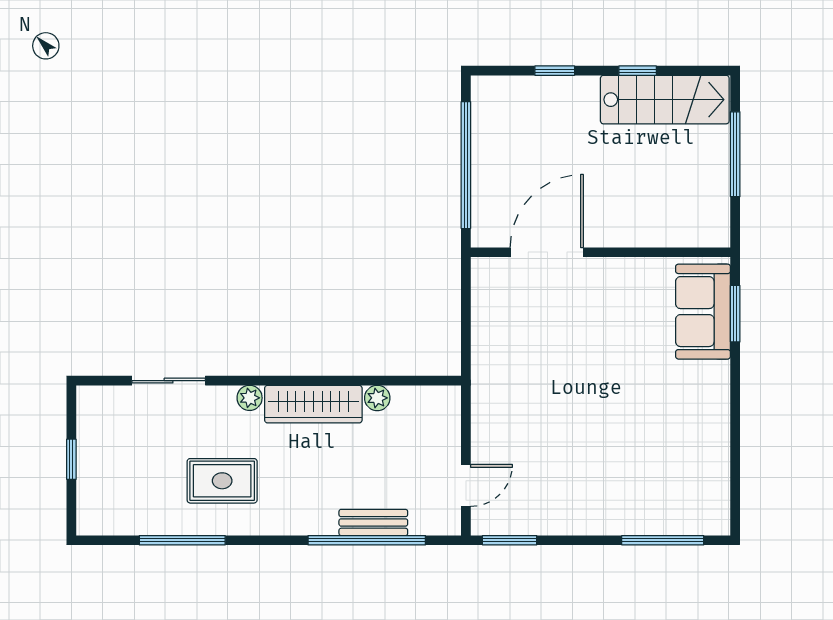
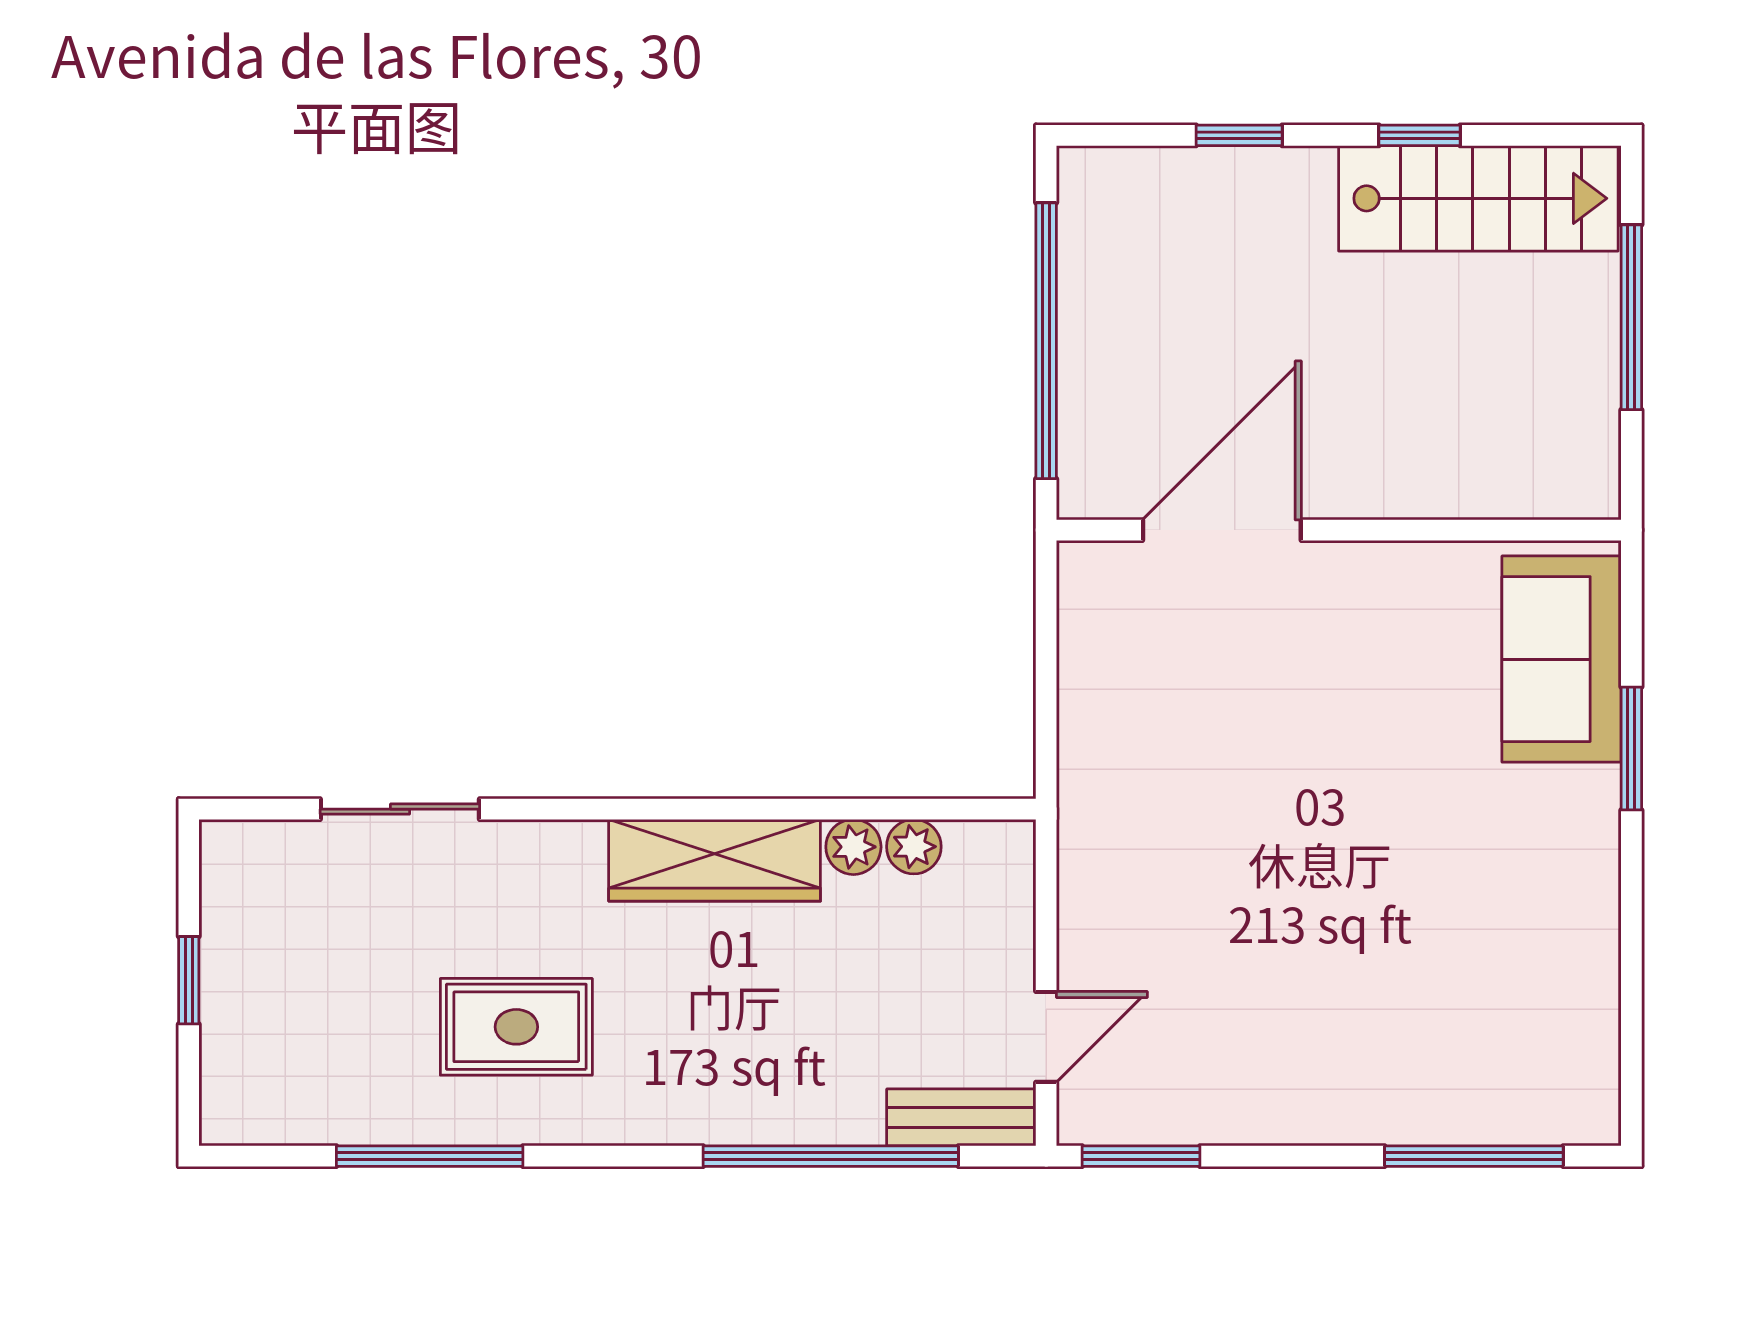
window: (735, 314) -> (1631, 749), moved
plant: (250, 398) -> (914, 847), moved
bench: (373, 522) -> (961, 1117), moved

